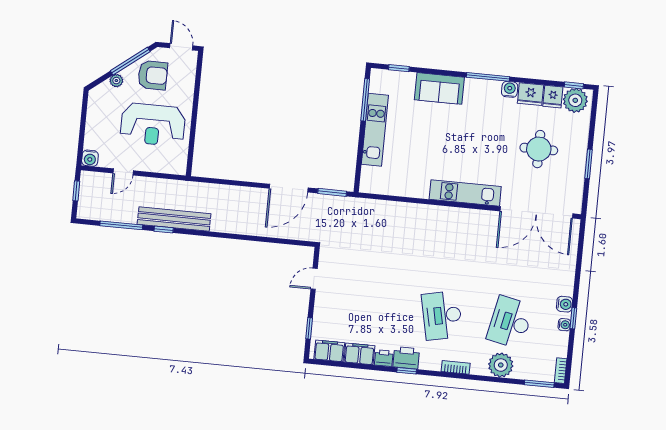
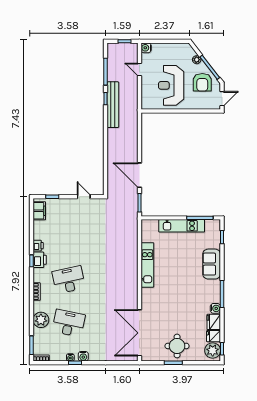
round table: (539, 149) -> (177, 346), moved
kitchen unit: (465, 193) -> (147, 265), moved
filing cabinet: (359, 354) -> (39, 230), removed

